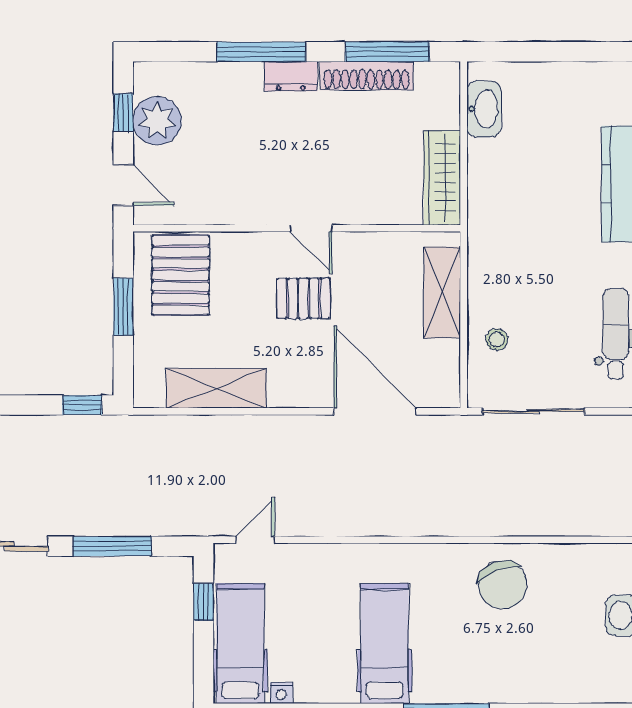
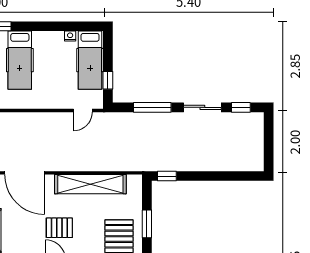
shelving: (216, 388) -> (90, 184), width x1.47

